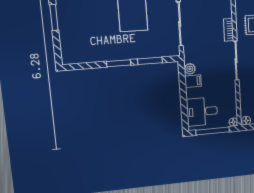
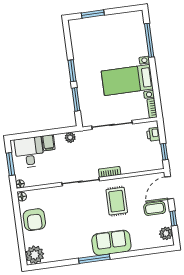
window: (54, 17) -> (93, 14), moved
filing cabinet: (193, 81) -> (48, 143), moved
window: (213, 131) -> (10, 164), width x0.69

